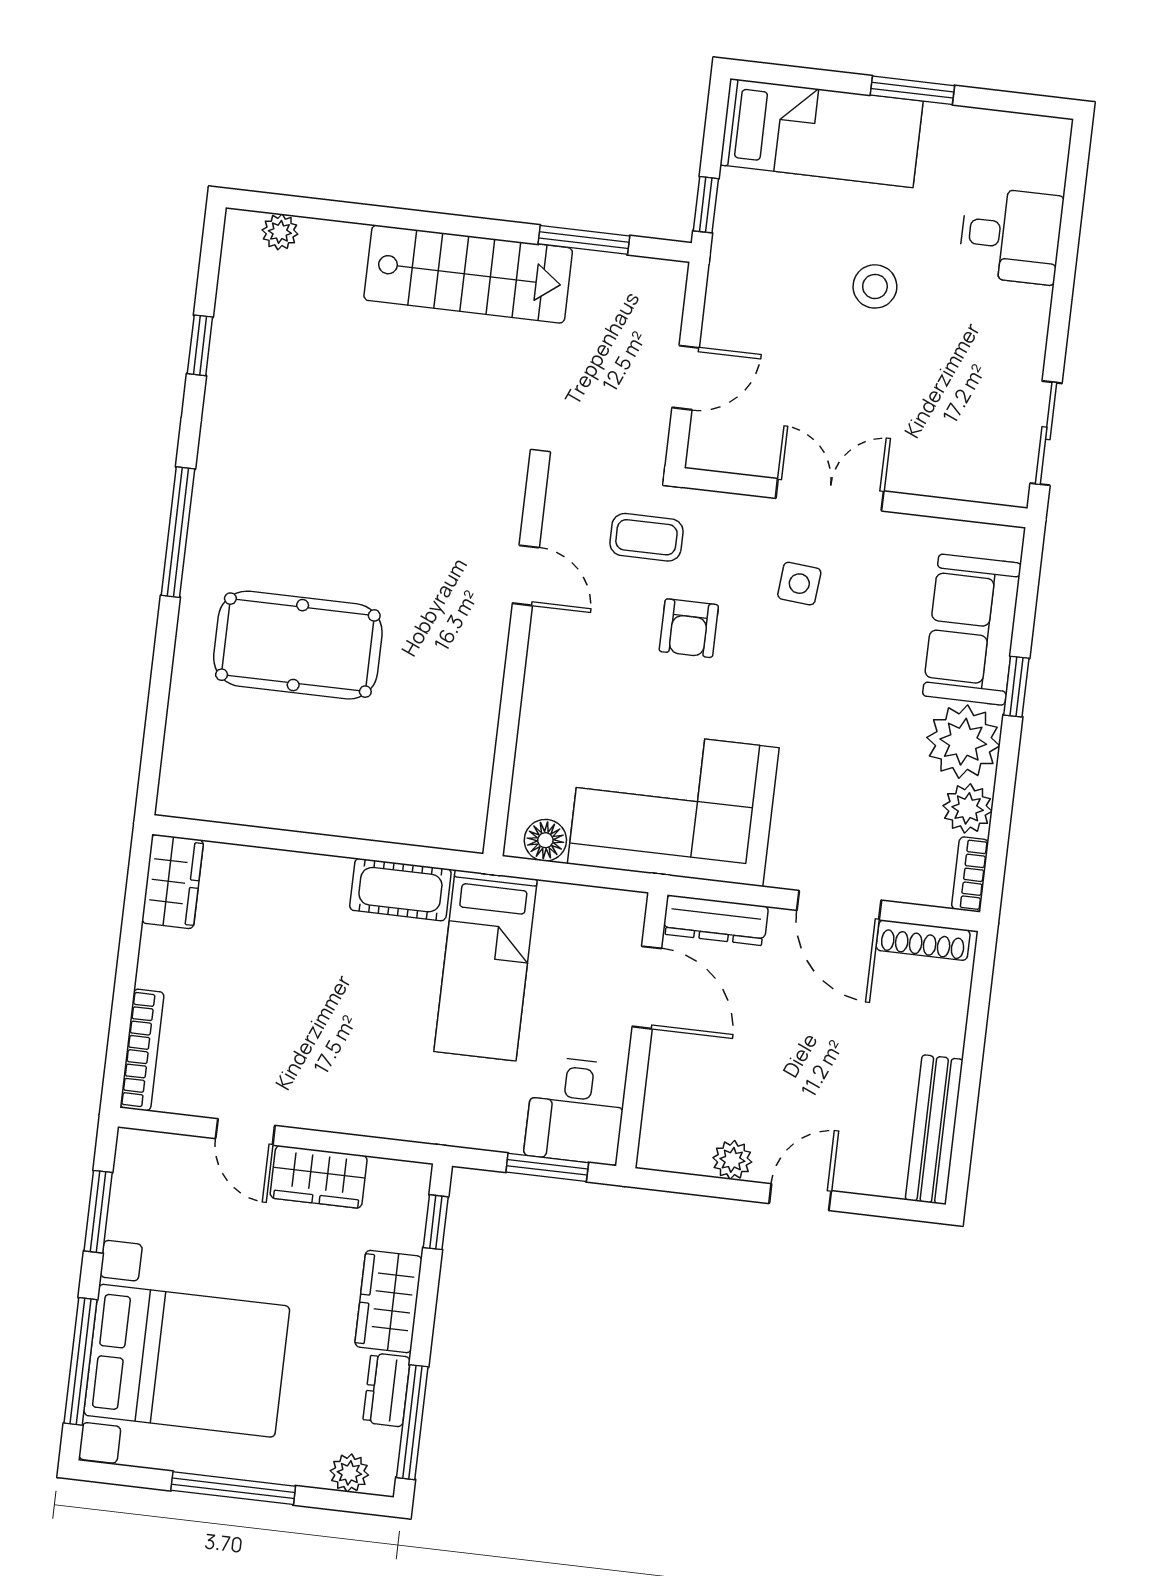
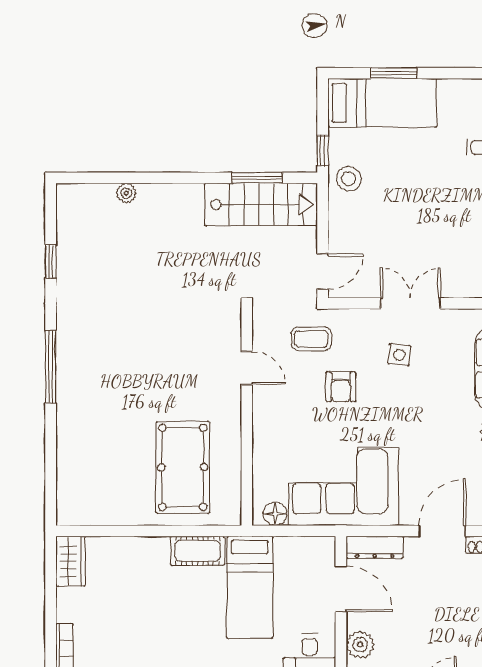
window: (912, 90) -> (394, 73), moved
plant: (280, 232) -> (126, 193), moved
stairs: (468, 274) -> (261, 204), moved
stool: (875, 286) -> (349, 179), moved
door: (686, 378) -> (323, 271), moved
pool table: (298, 645) -> (183, 467), moved, turned 90
door: (839, 905) -> (442, 531), swing flipped
plant: (669, 1090) -> (360, 645), added

